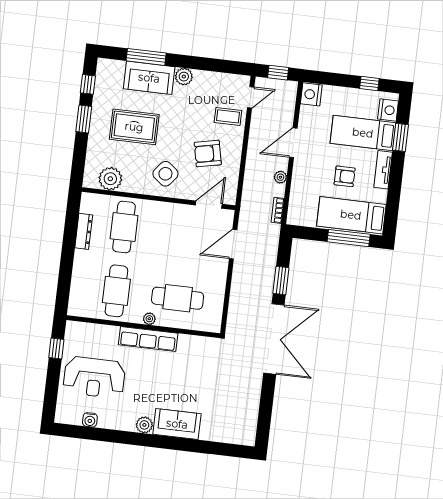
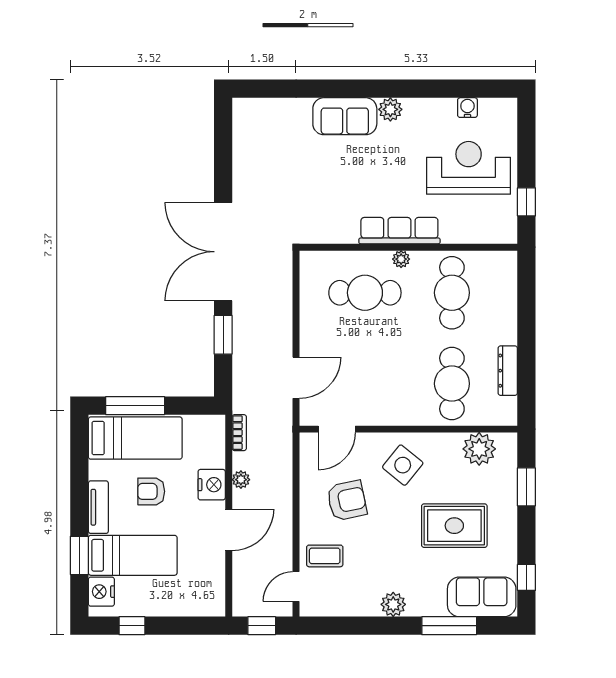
sofa: (149, 78) -> (482, 597), moved
nightstand: (311, 94) -> (212, 485), moved
window: (84, 119) -> (526, 487), moved

